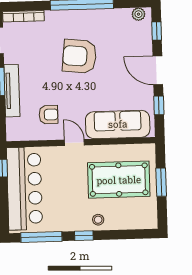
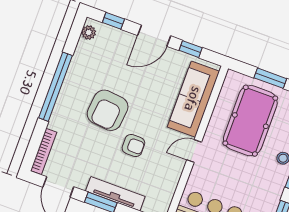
armchair: (48, 115) -> (133, 146), moved, turned 90

